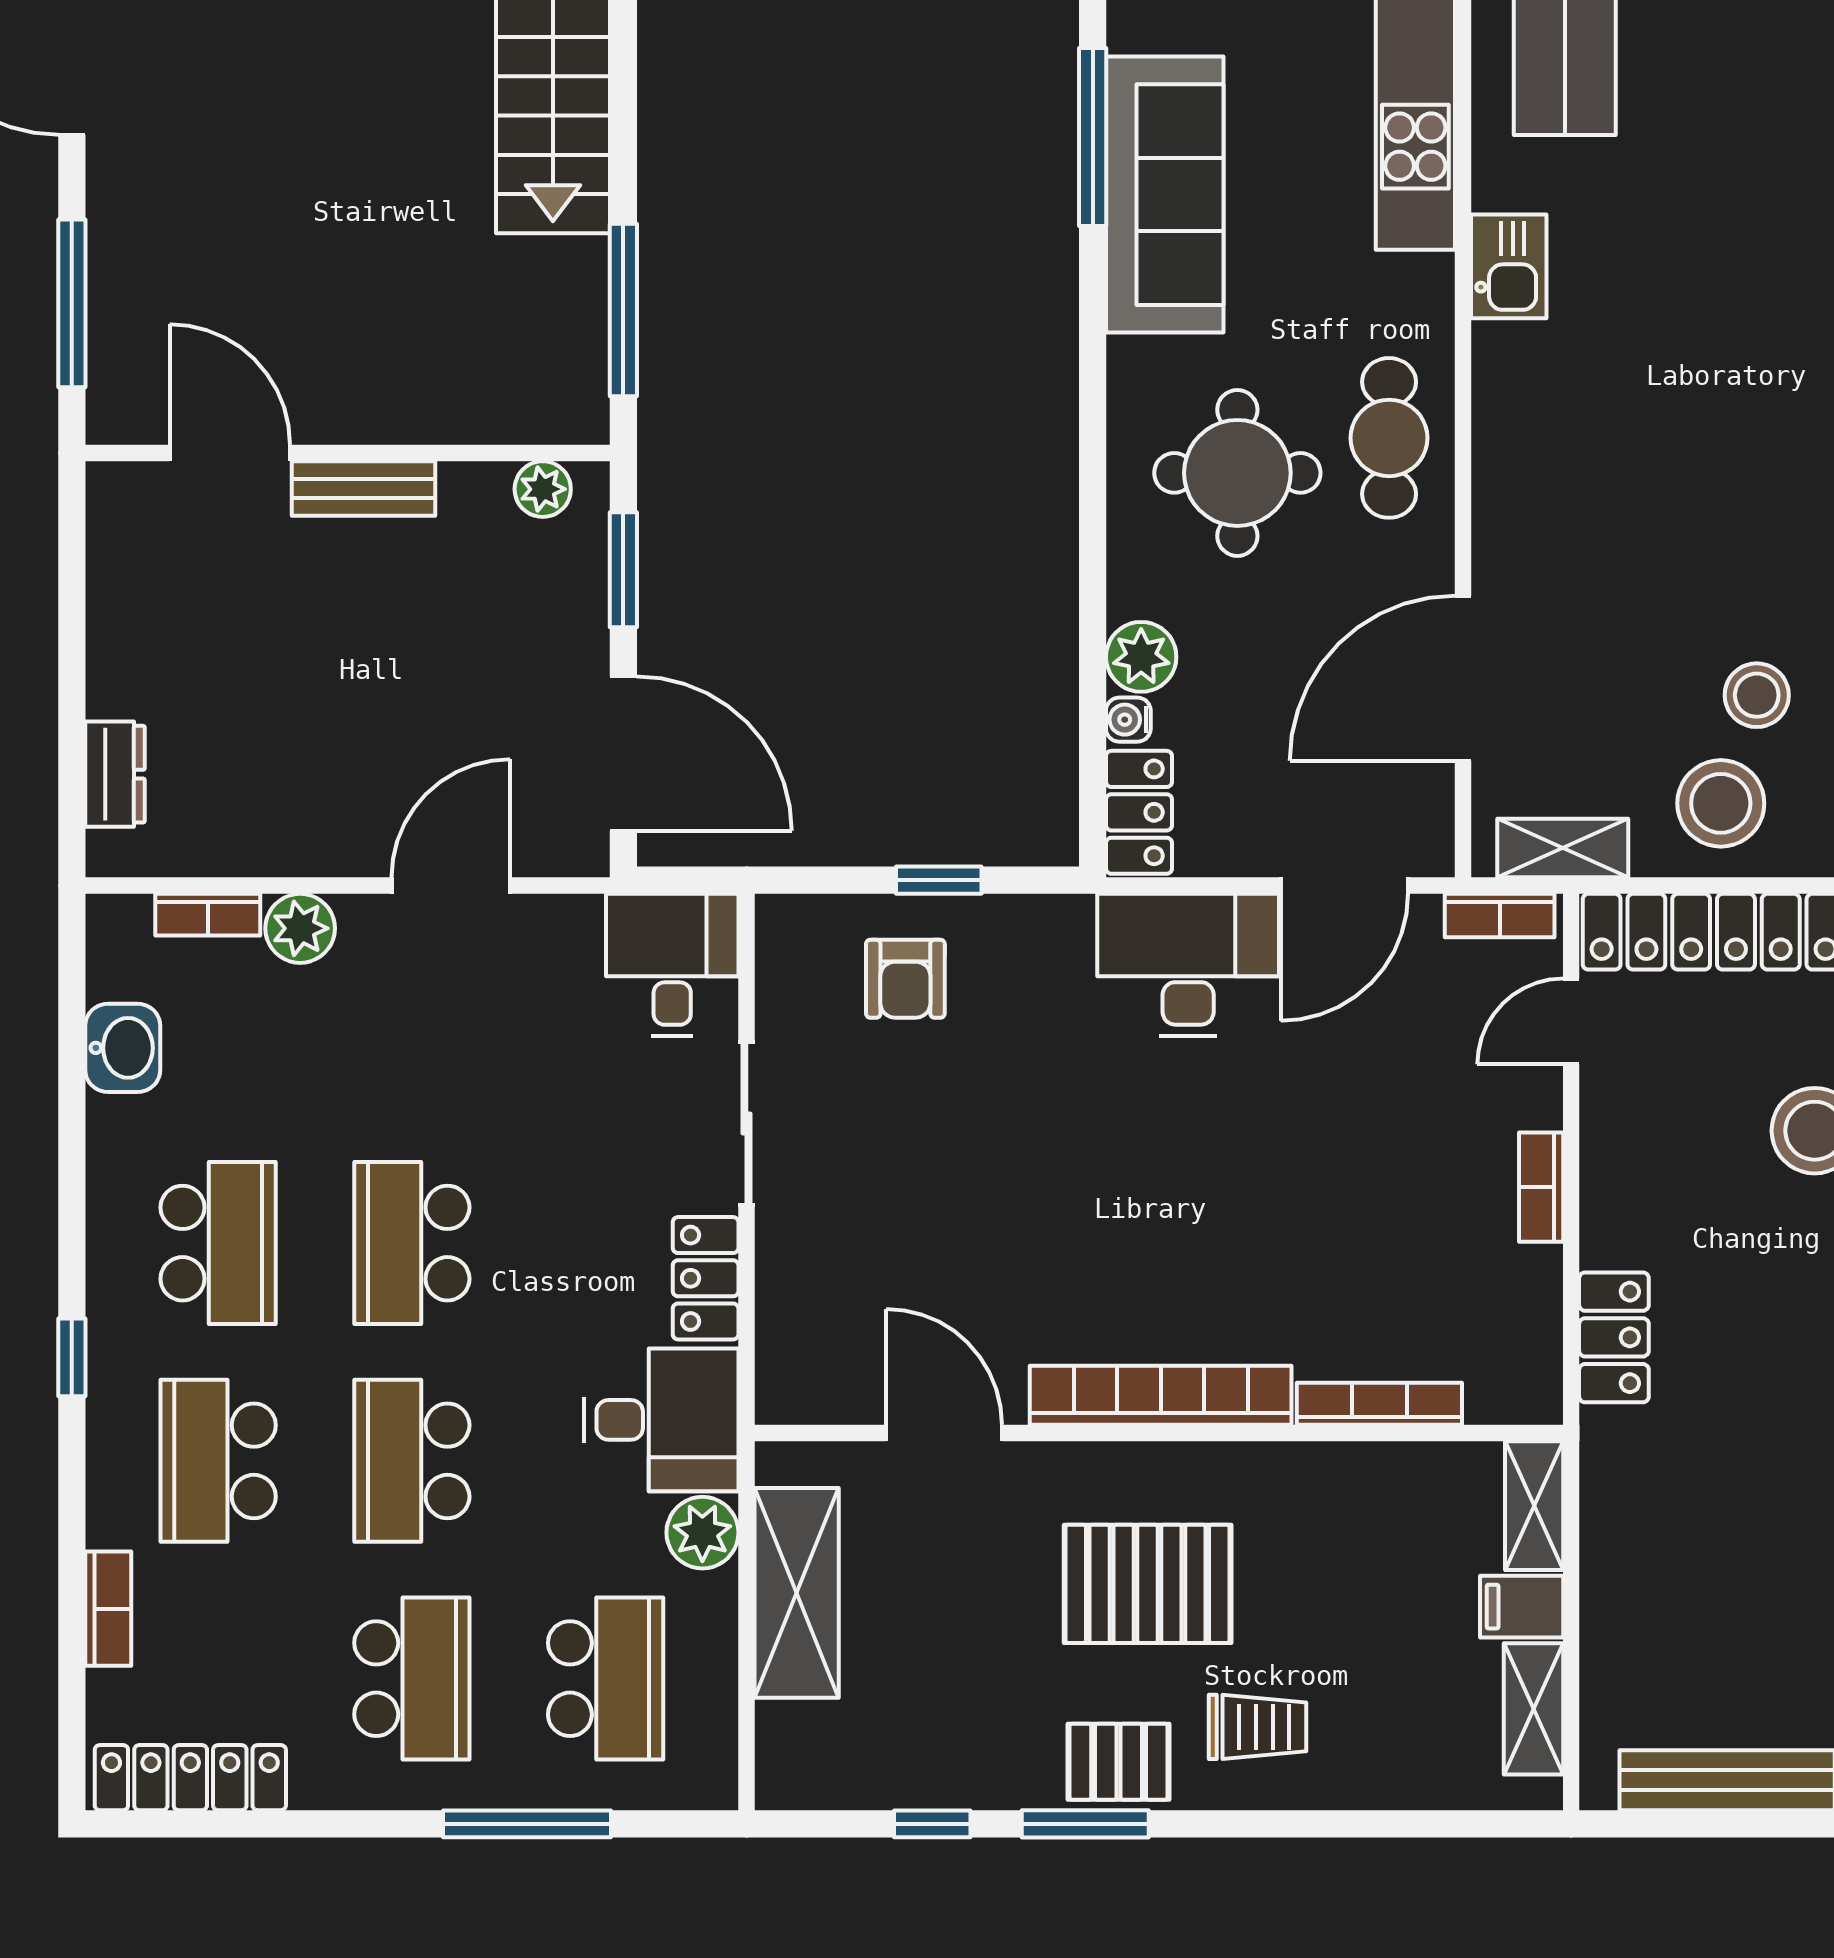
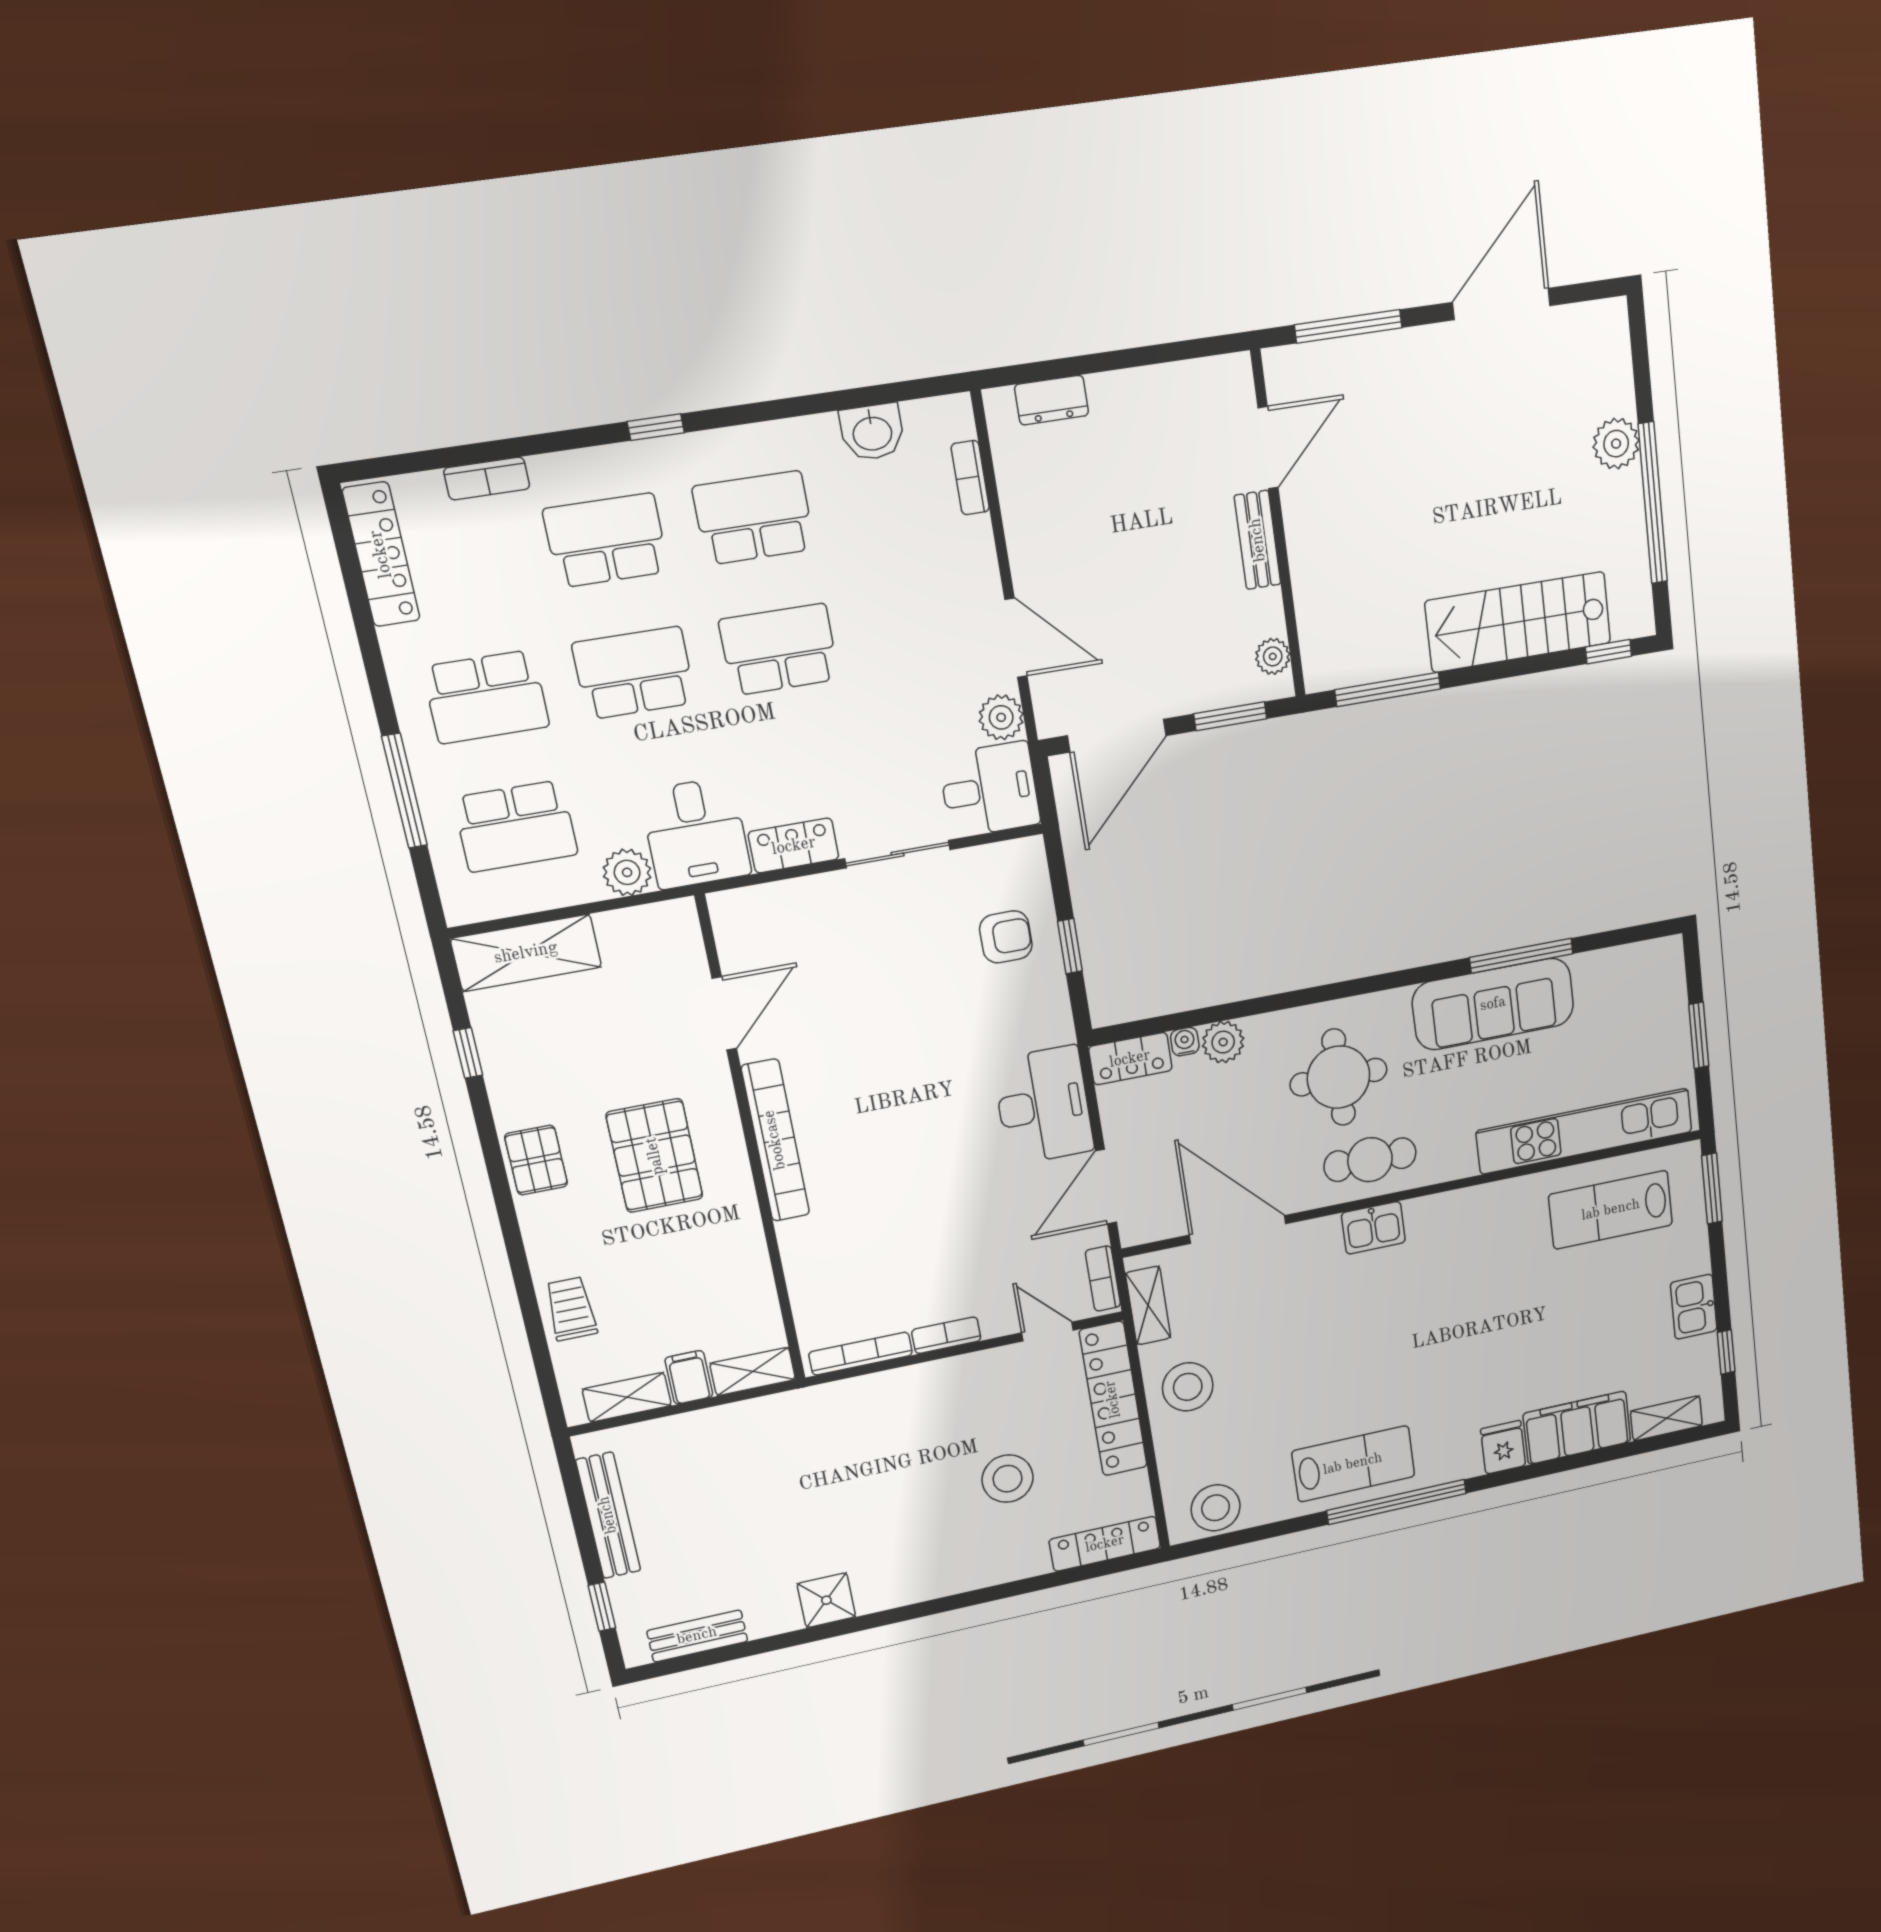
kitchen sink: (1509, 266) -> (1373, 1228), moved
stool: (1757, 695) -> (1252, 1393), removed
door: (1344, 886) -> (1106, 1187), hinge flipped
plant: (300, 928) -> (1001, 717), moved
armchair: (905, 979) -> (1006, 937), turned 180
school desk: (218, 1243) -> (754, 518), turned 180
locker: (1614, 1337) -> (864, 1395), removed
bookcase: (1379, 1404) -> (861, 1354), moved, turned -90
shelving: (797, 1593) -> (526, 953), moved
trolley: (1258, 1727) -> (571, 1309), moved, turned 180
window: (1085, 1824) -> (491, 1148), removed

